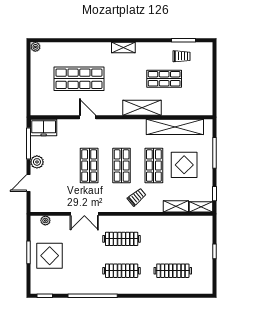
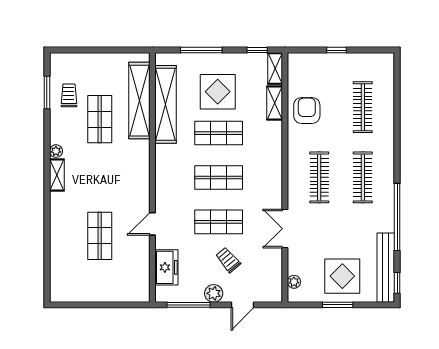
plant: (35, 47) -> (56, 151), moved
shop shelf: (79, 79) -> (100, 236), width x0.70, depth x0.74
shelving: (142, 108) -> (139, 101), moved, width x1.47
freezer: (44, 127) -> (166, 267), moved
door: (29, 183) -> (243, 305), hinge flipped
trolley: (137, 197) -> (228, 260), moved
double door: (84, 214) -> (285, 229), swing flipped
armchair: (170, 230) -> (307, 110), added
bench: (56, 288) -> (386, 268), added

